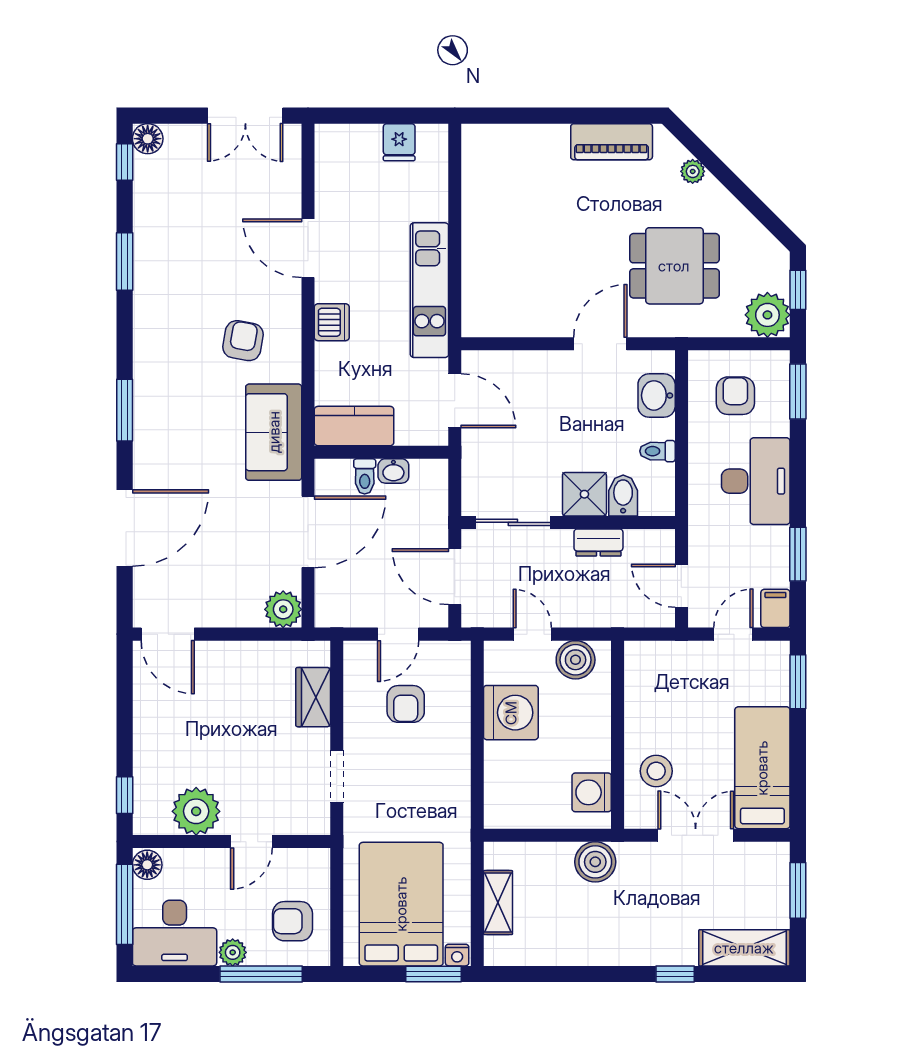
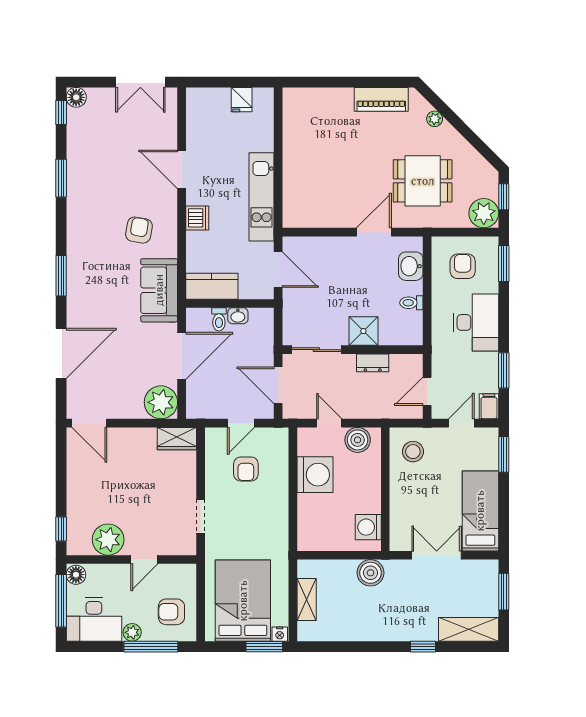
bidet: (623, 495) -> (389, 332), removed
door: (681, 586) -> (427, 391), hinge flipped
plant: (283, 609) -> (161, 402), width x1.36, depth x1.36
wardrobe: (313, 697) -> (177, 439), moved, turned -90
stool: (656, 771) -> (413, 452), moved

